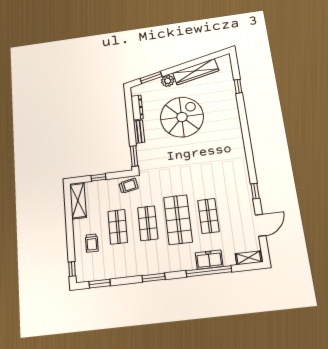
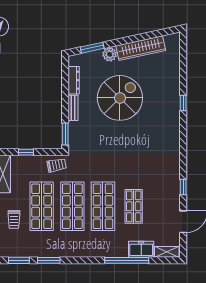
window: (238, 86) -> (183, 103), moved
shop shelf: (148, 223) -> (72, 206), width x1.43, depth x1.36
shop shelf: (118, 227) -> (42, 206), width x1.43, depth x1.36
freezer: (209, 260) -> (141, 249), moved
window: (154, 278) -> (49, 260), moved

